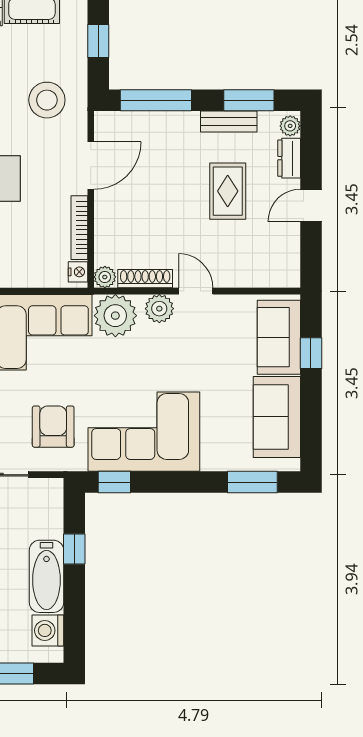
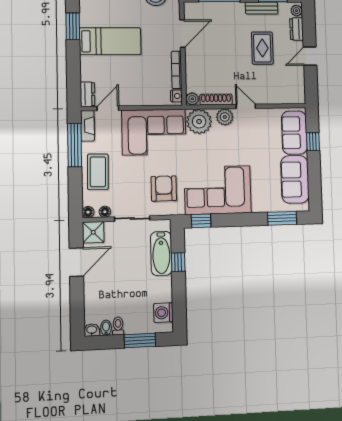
bathtub: (46, 576) -> (161, 253), moved

